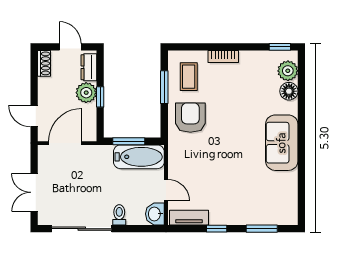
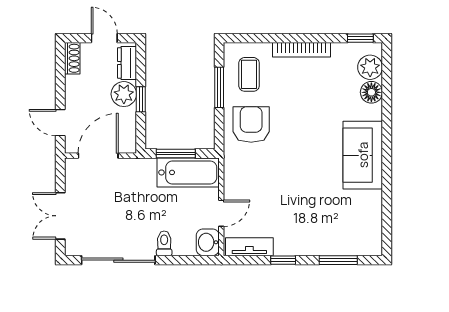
bookcase: (223, 56) -> (302, 50), width x1.56
door: (166, 190) -> (221, 213), hinge flipped

